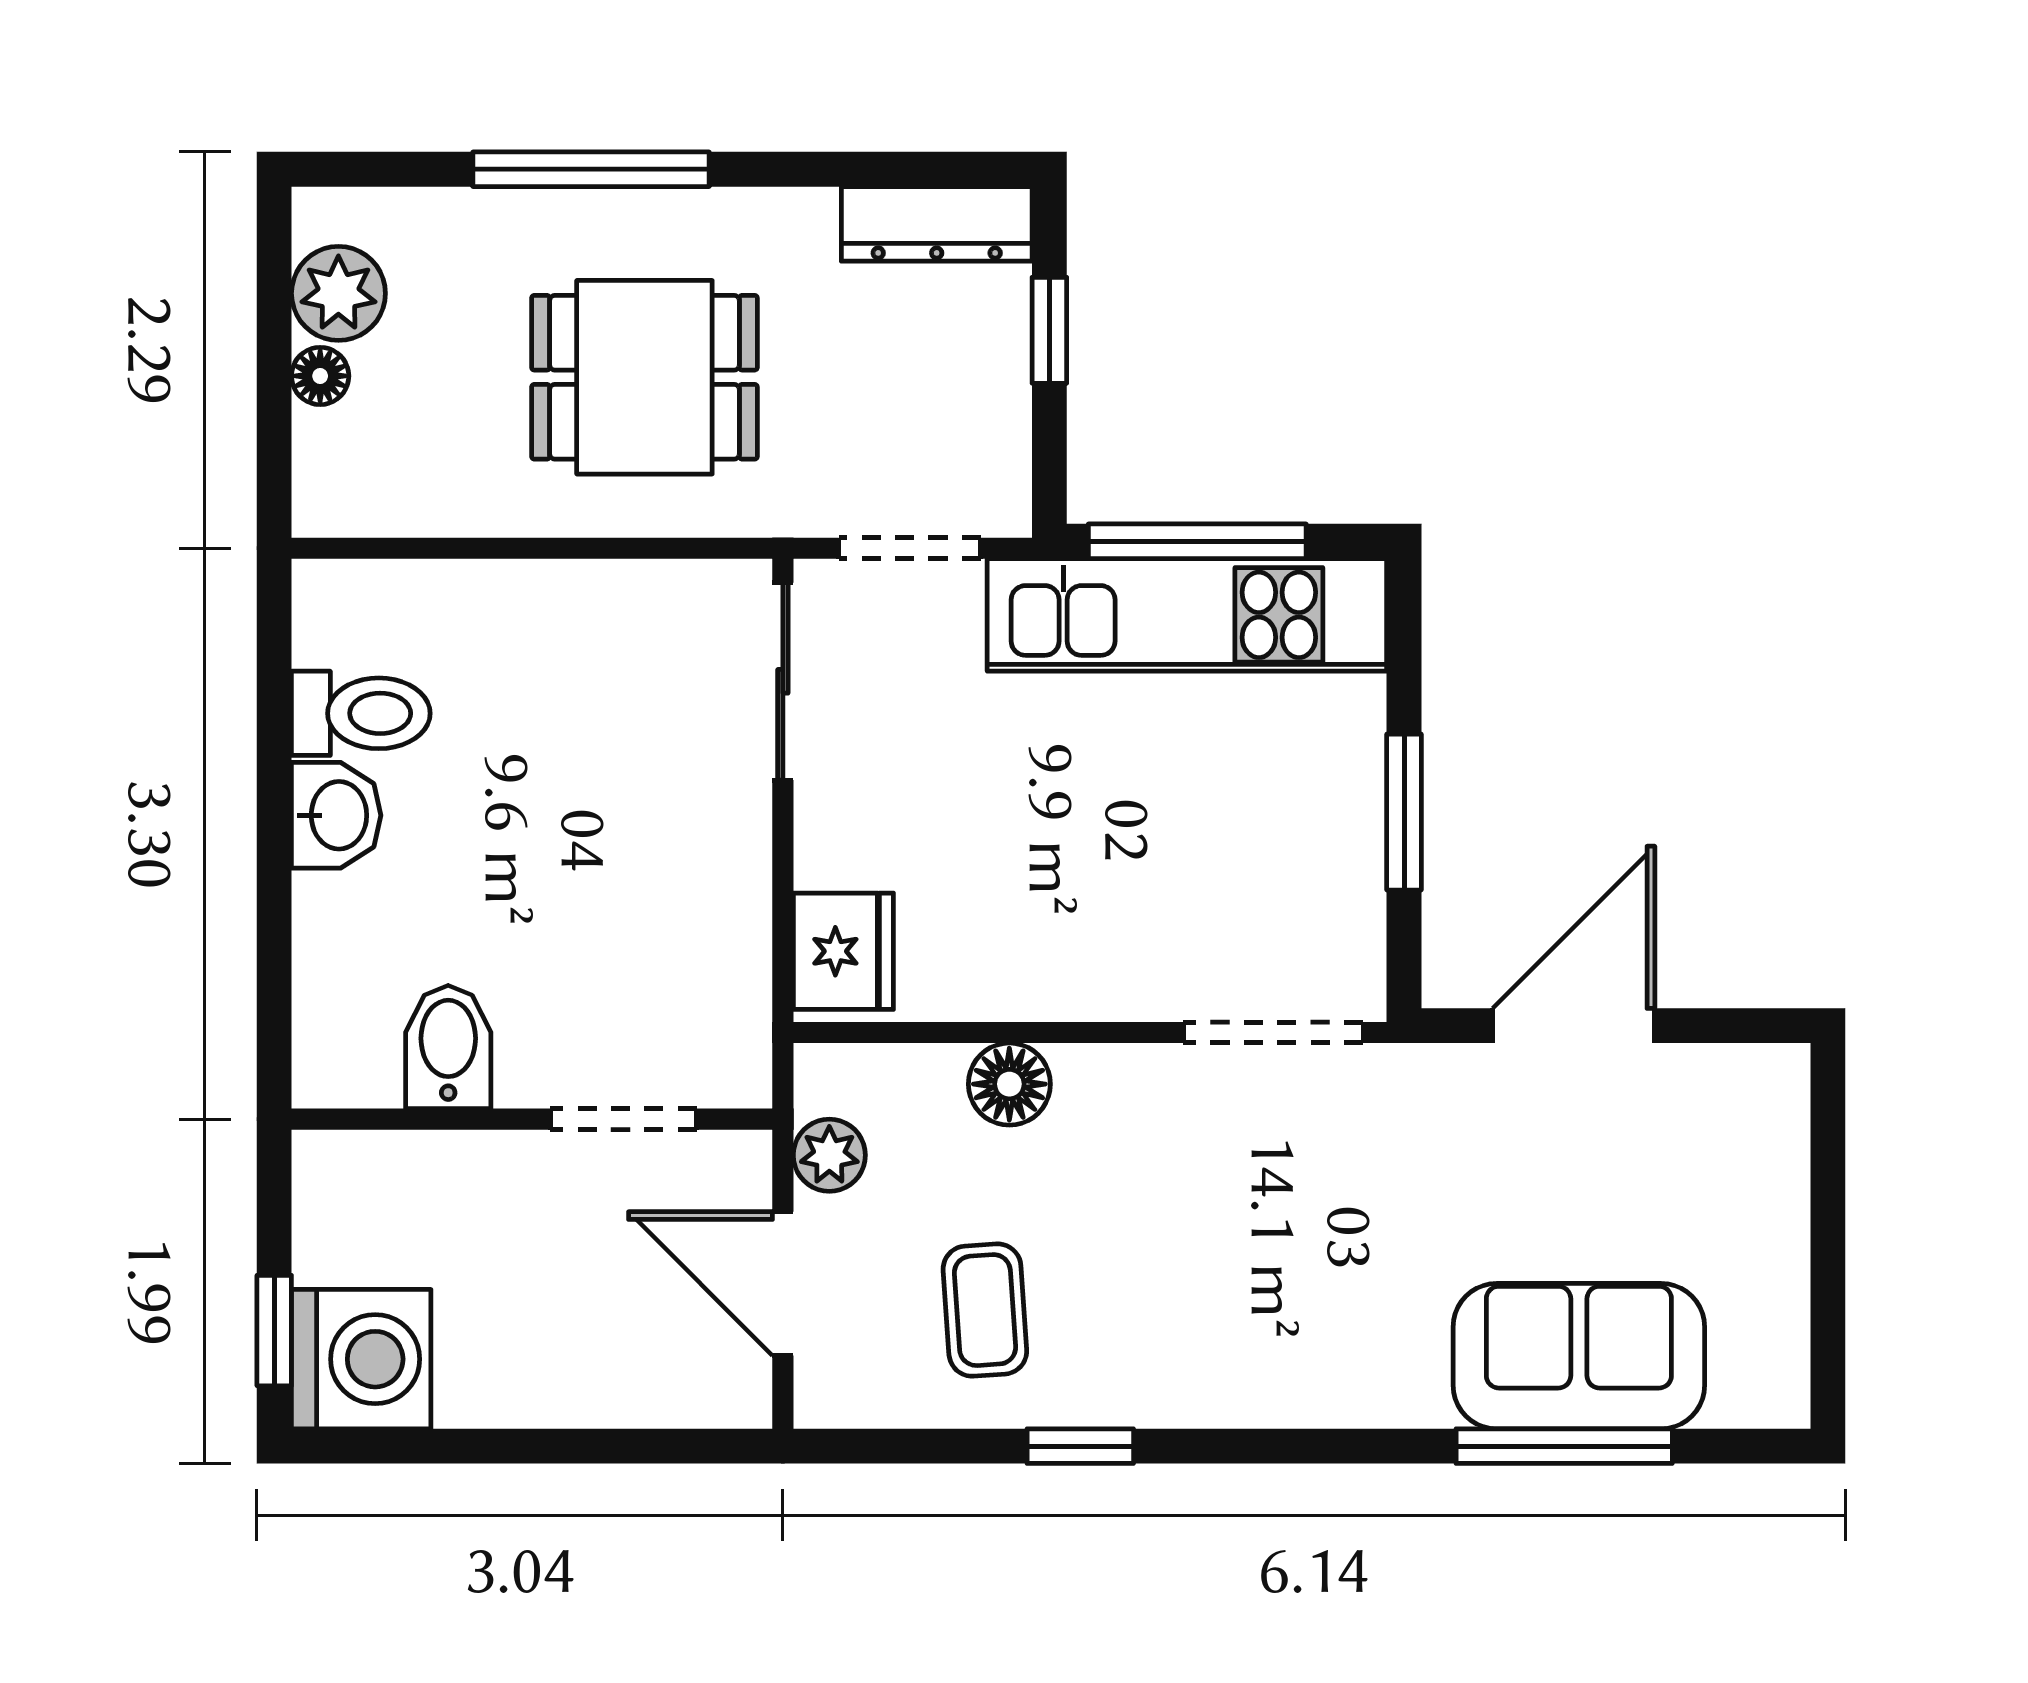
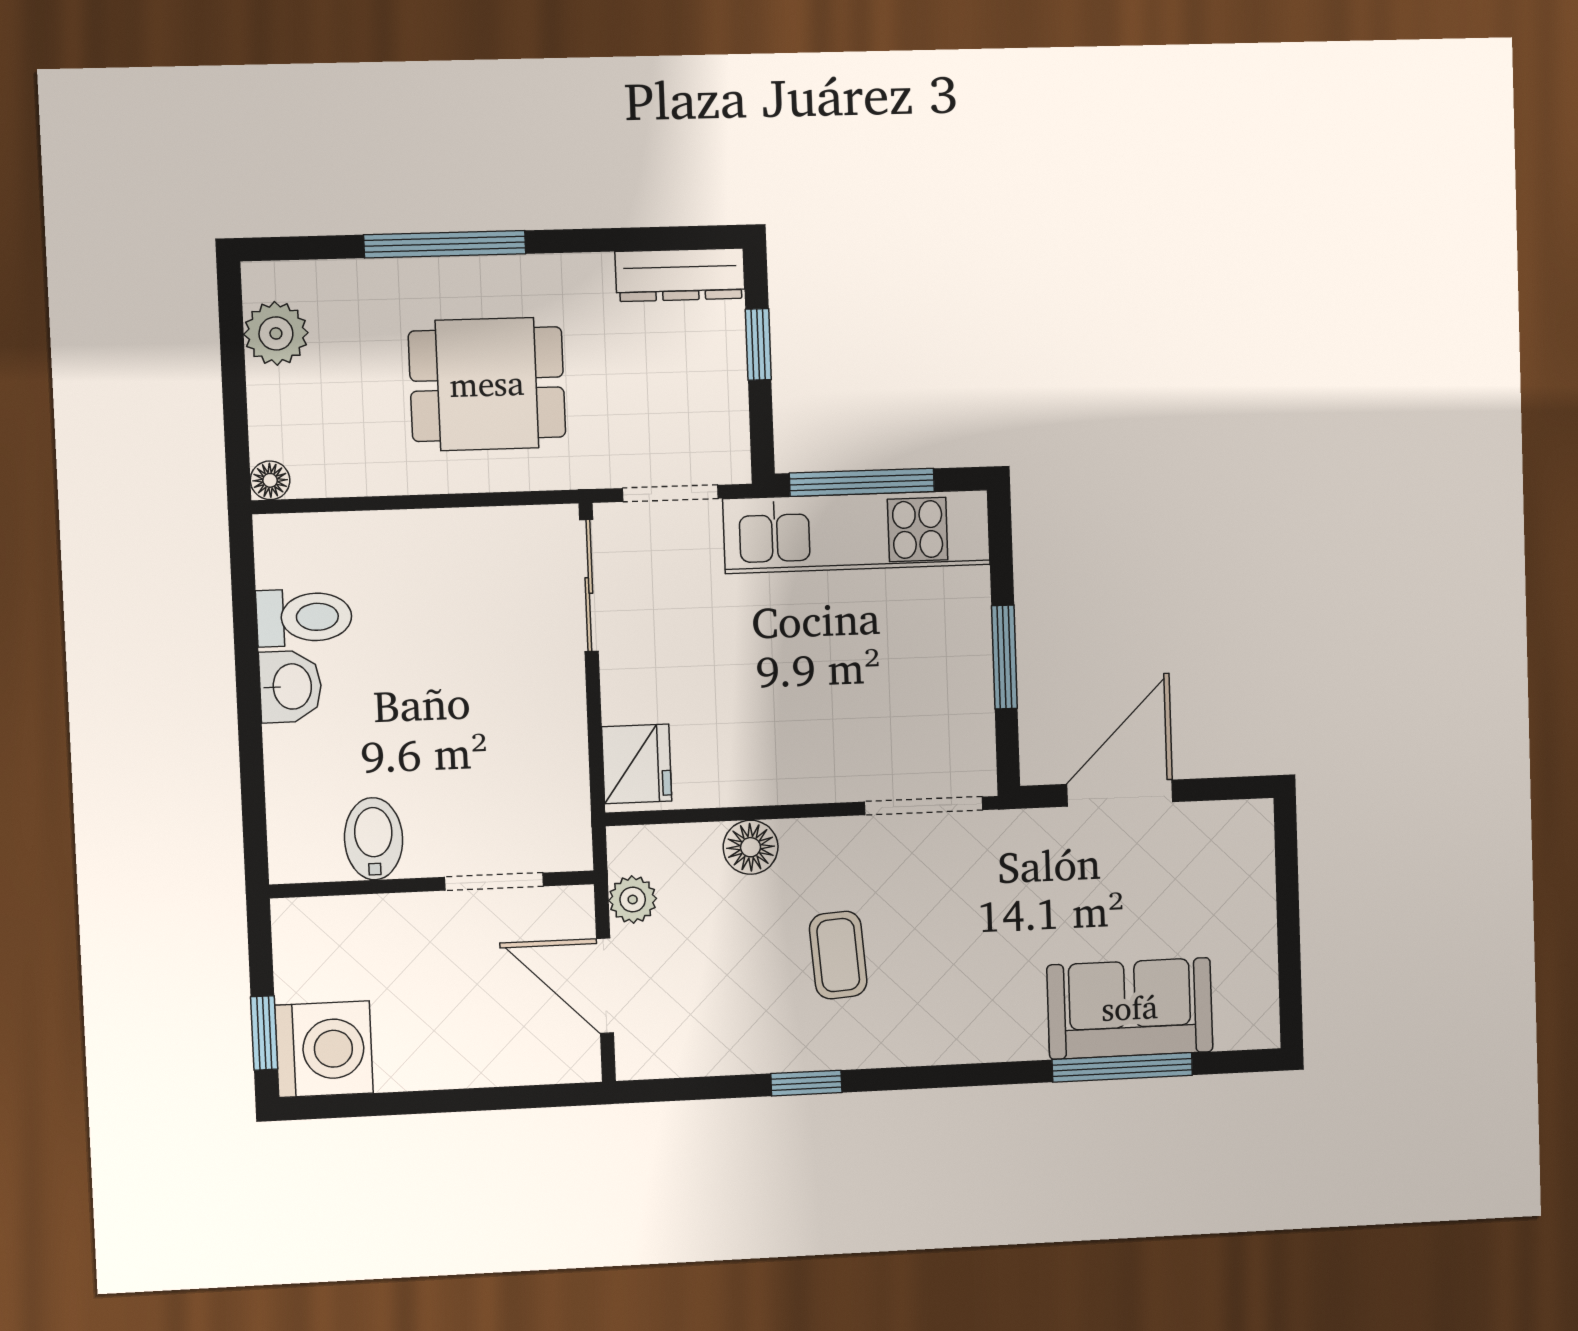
floor lamp: (320, 376) -> (270, 480), moved
coffee table: (985, 1310) -> (838, 955), moved

